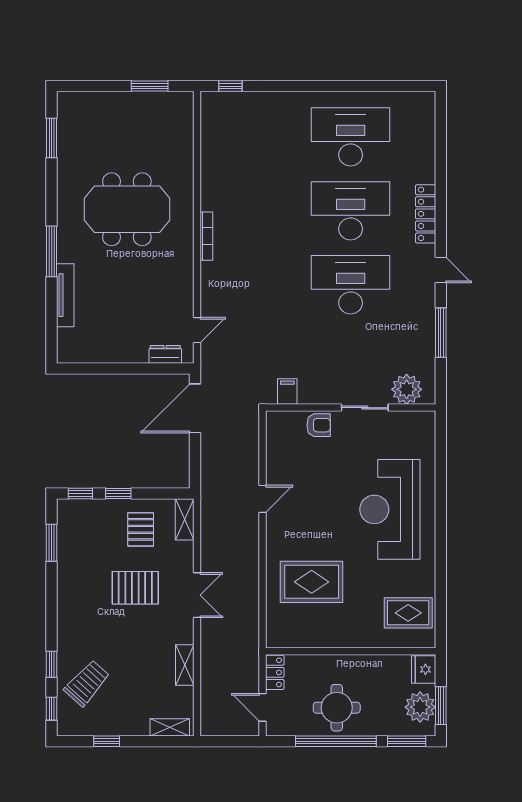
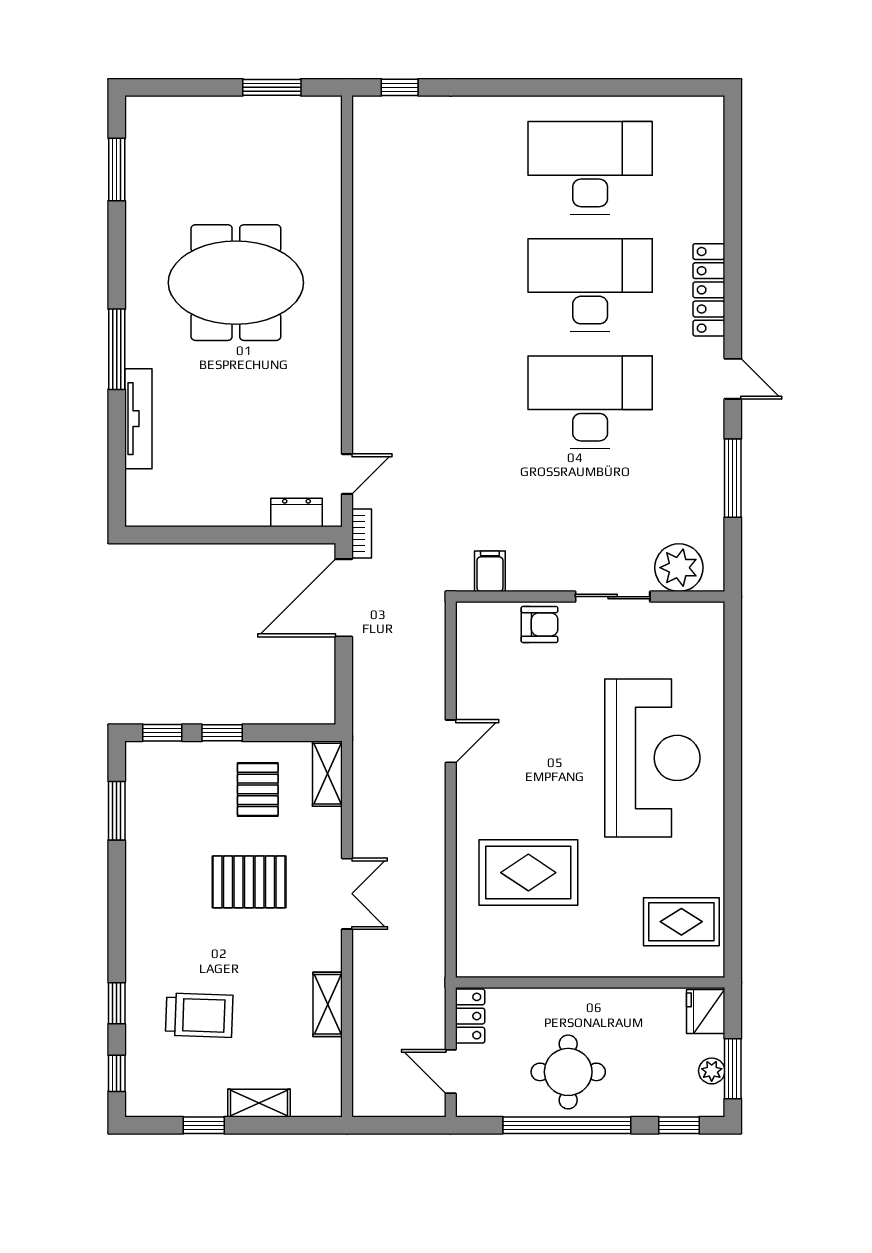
bookcase: (206, 236) -> (362, 533), moved, width x0.64
reception desk: (390, 509) -> (652, 758), turned 180
trolley: (87, 683) -> (199, 1015), moved, turned 50
plant: (420, 707) -> (712, 1071), width x0.53, depth x0.53
shelving: (170, 727) -> (259, 1103), moved
window: (407, 741) -> (679, 1125), width x0.67

